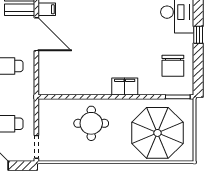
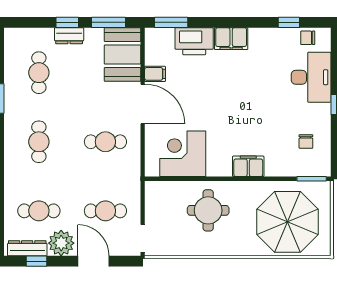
chair: (173, 66) -> (306, 142), width x0.54, depth x0.54
corner desk: (70, 76) -> (183, 154), added

